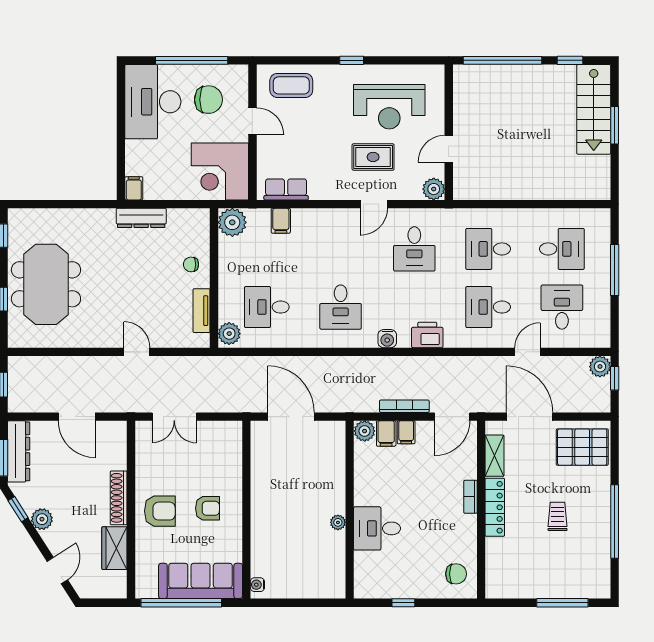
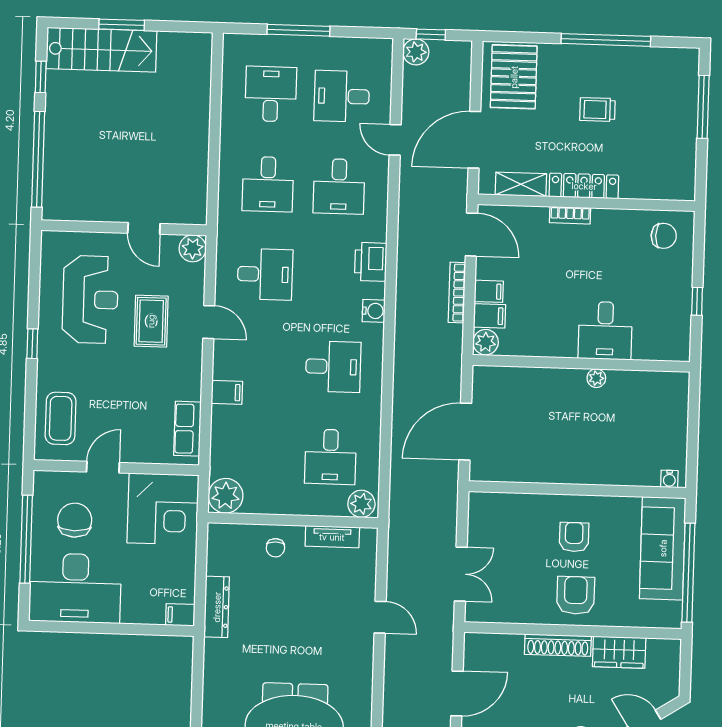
filing cabinet: (281, 221) -> (227, 392), moved
door: (137, 352) -> (380, 617), swing flipped
chair: (456, 574) -> (664, 236), turned 90

